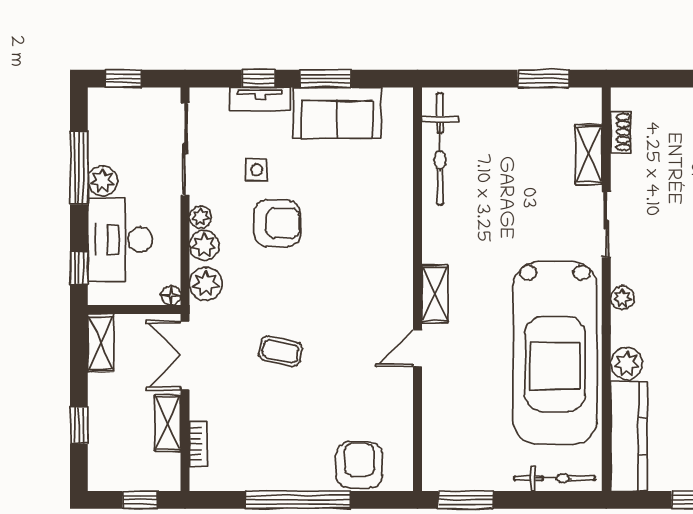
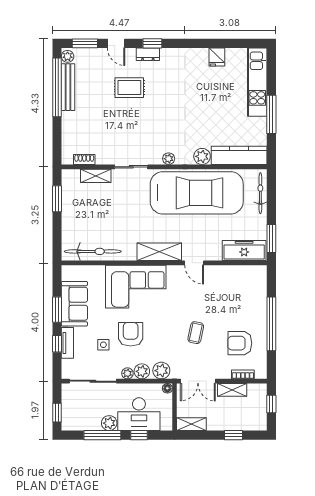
corner sofa: (371, 233) -> (136, 287), added
window: (79, 268) -> (139, 435), moved
shelving: (435, 294) -> (159, 252), width x1.50, depth x1.33
freezer: (442, 446) -> (244, 251), added
armchair: (359, 465) -> (240, 343), moved

